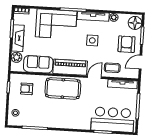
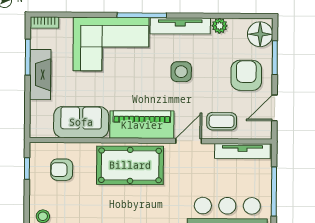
plant: (17, 57) -> (39, 111), removed

